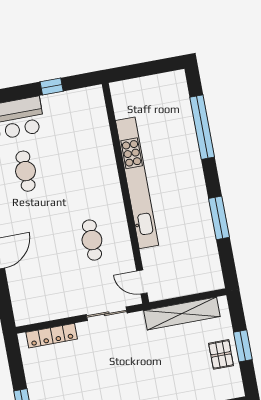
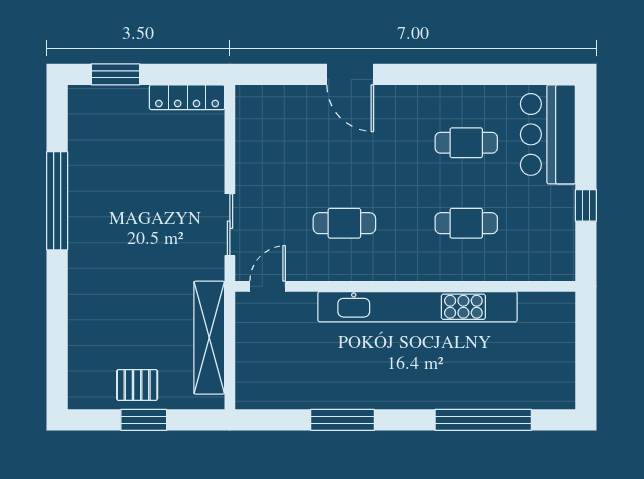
cafe table: (77, 161) -> (466, 223), added
locker: (52, 336) -> (187, 97), moved, turned -90

